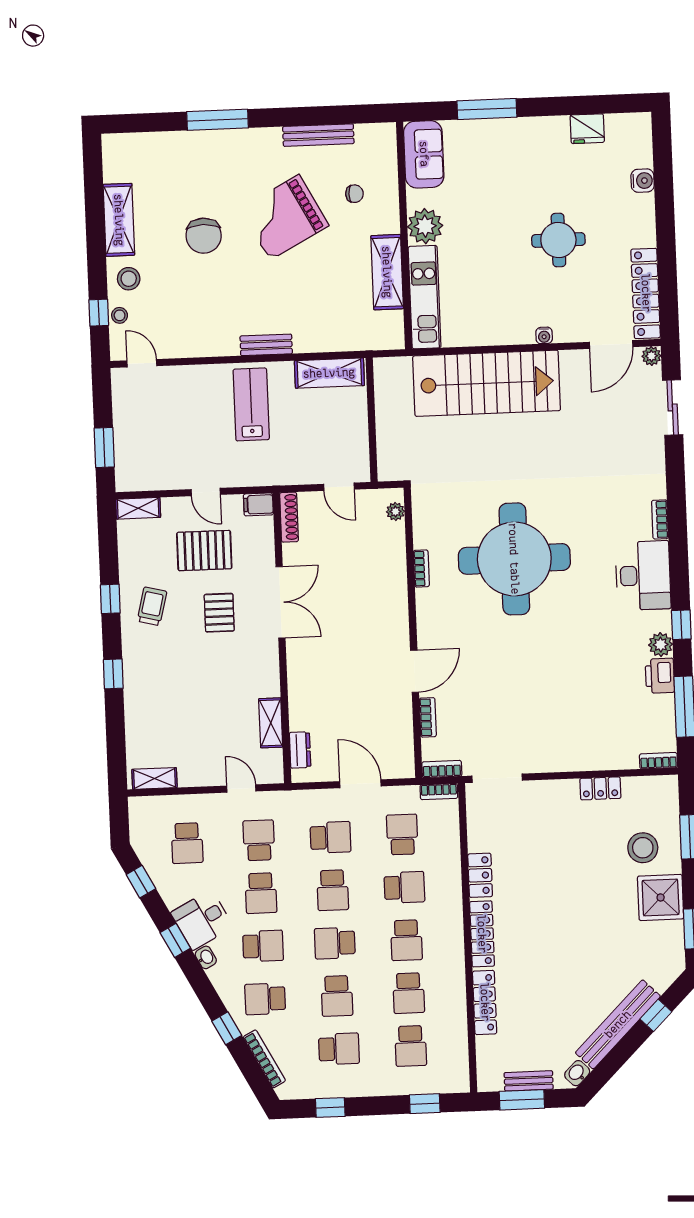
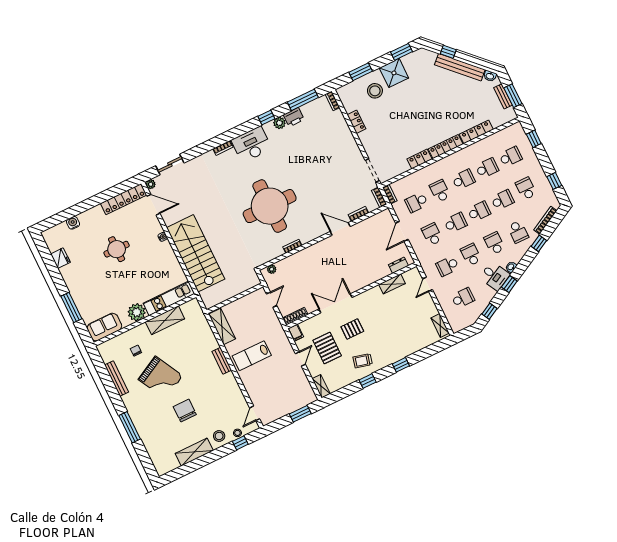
chair: (204, 236) -> (185, 411), turned -90
school desk: (261, 893) -> (471, 255), turned -90
school desk: (335, 943) -> (479, 211), turned -90

